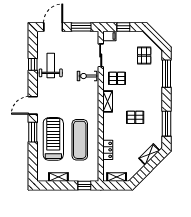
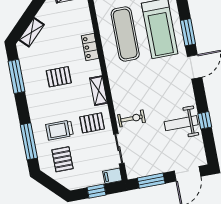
weight bench: (51, 65) -> (181, 123), turned 90
trolley: (142, 78) -> (59, 130), added
locker: (108, 150) -> (90, 47), moved

